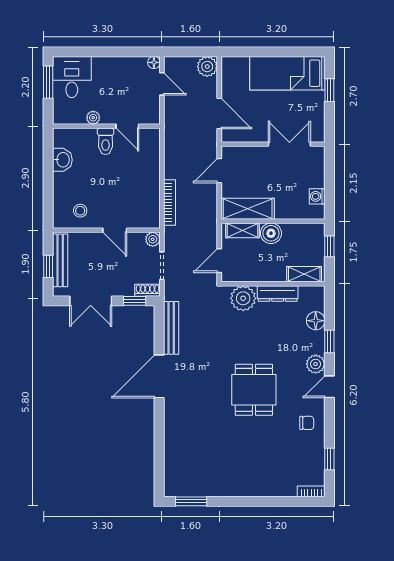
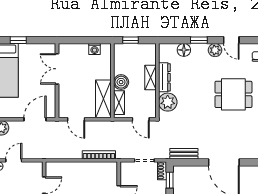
plant: (153, 239) -> (125, 167), removed
shelving: (304, 274) -> (150, 77), moved
bench: (171, 328) -> (184, 154), width x0.73

